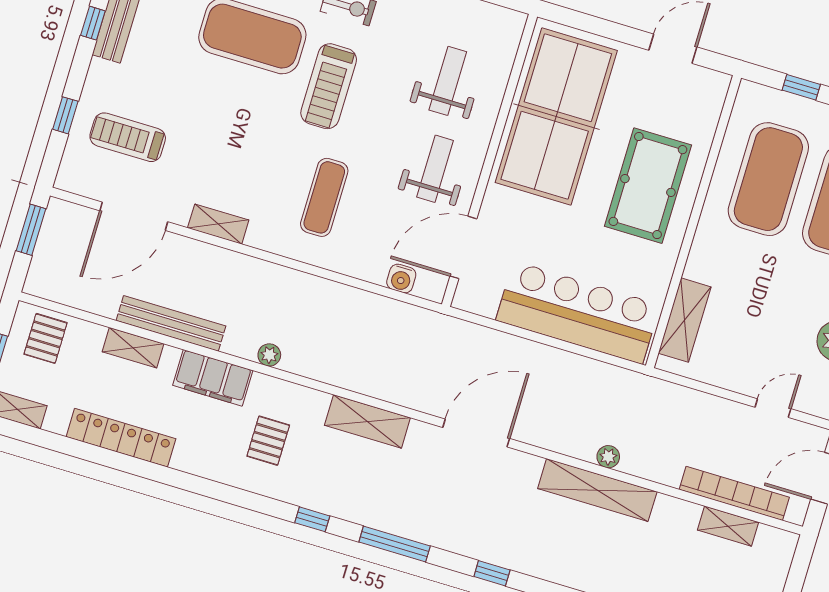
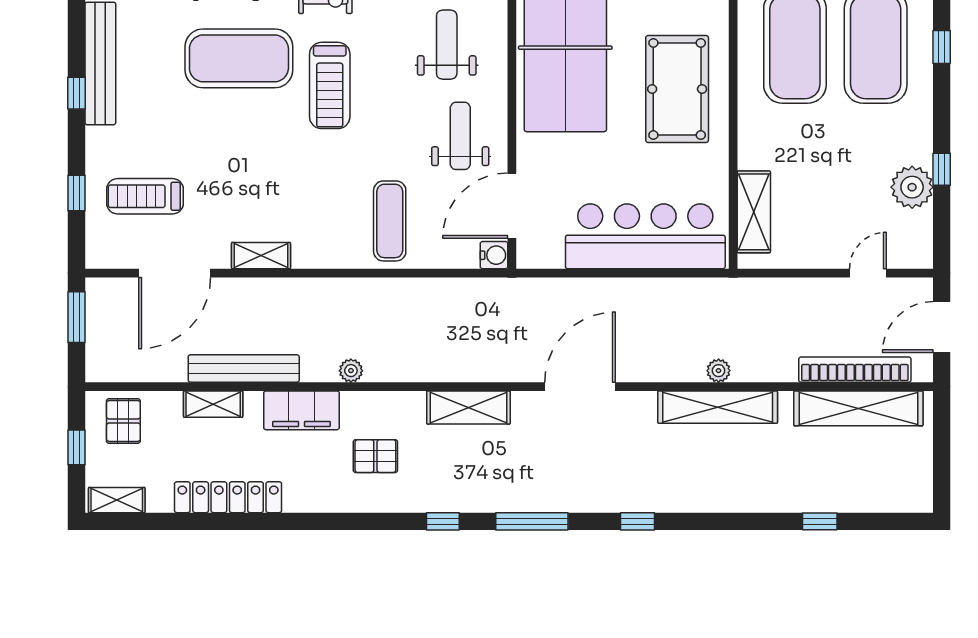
exercise mat: (324, 197) -> (390, 221), moved
water cooler: (401, 279) -> (494, 255), moved, turned -90
pallet: (268, 441) -> (375, 456), turned 90
shelving: (728, 526) -> (858, 408), width x2.20, depth x1.33

